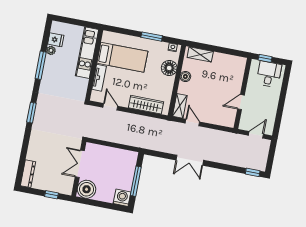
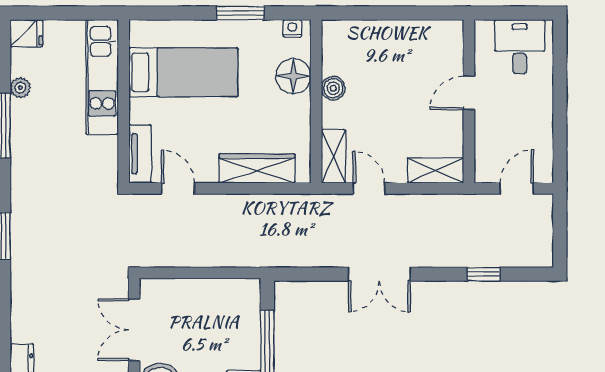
fridge: (56, 40) -> (26, 33), moved
shelving: (200, 54) -> (436, 170), moved
window: (265, 58) -> (504, 13), removed
tv unit: (99, 78) -> (140, 154), moved
door: (241, 102) -> (469, 93), moved
window: (253, 172) -> (484, 274), moved

